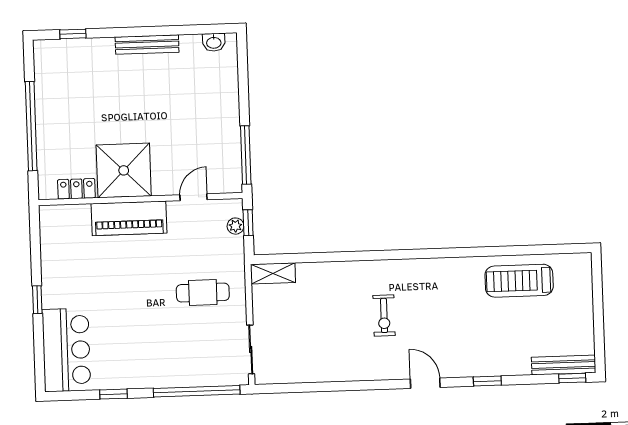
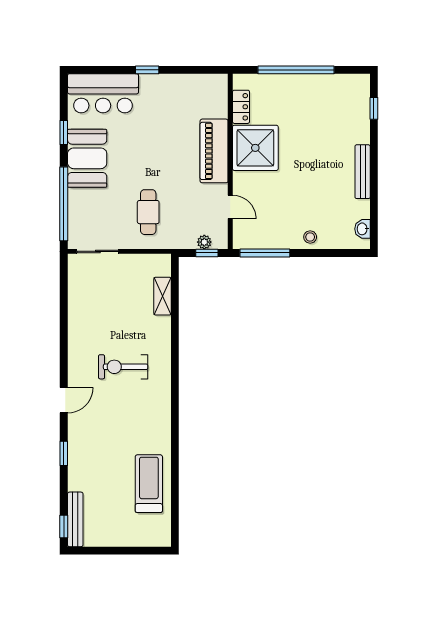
stool: (225, 103) -> (310, 237), added
shelving: (273, 273) -> (163, 296), moved
exercise bike: (384, 315) -> (123, 367), width x1.38, depth x1.39
booth: (143, 366) -> (87, 158), added

